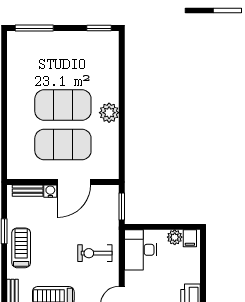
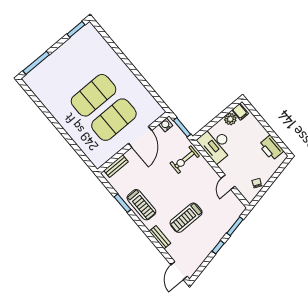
plant: (109, 113) -> (126, 76), removed
water cooler: (50, 191) -> (166, 125), moved
treadmill: (21, 248) -> (141, 205), turned 180
exercise bike: (95, 253) -> (185, 160), moved

